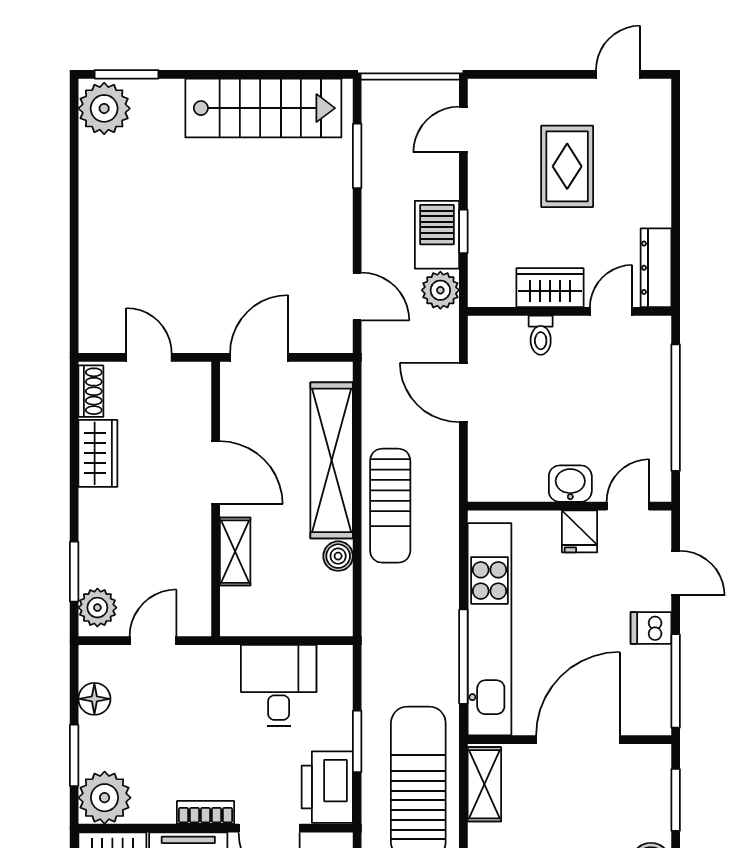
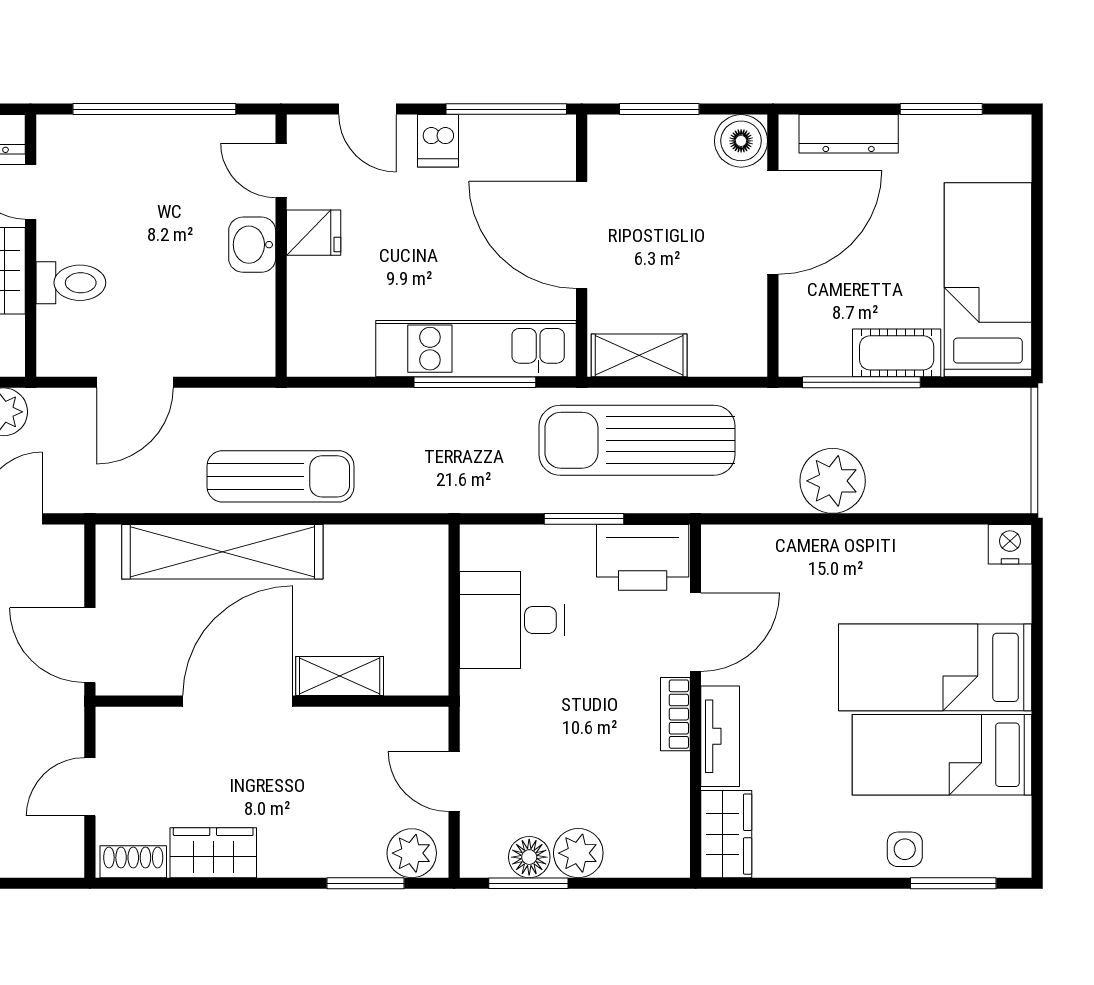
toilet: (541, 335) -> (71, 283), width x1.37, depth x1.39
door: (216, 473) -> (238, 701), width x1.36
boiler: (338, 556) -> (345, 543), removed
door: (676, 573) -> (367, 109), swing flipped
kitchen unit: (490, 629) -> (476, 349), width x0.73
window: (74, 755) -> (528, 883), moved
plant: (105, 798) -> (578, 853), moved, width x0.73, depth x0.73

